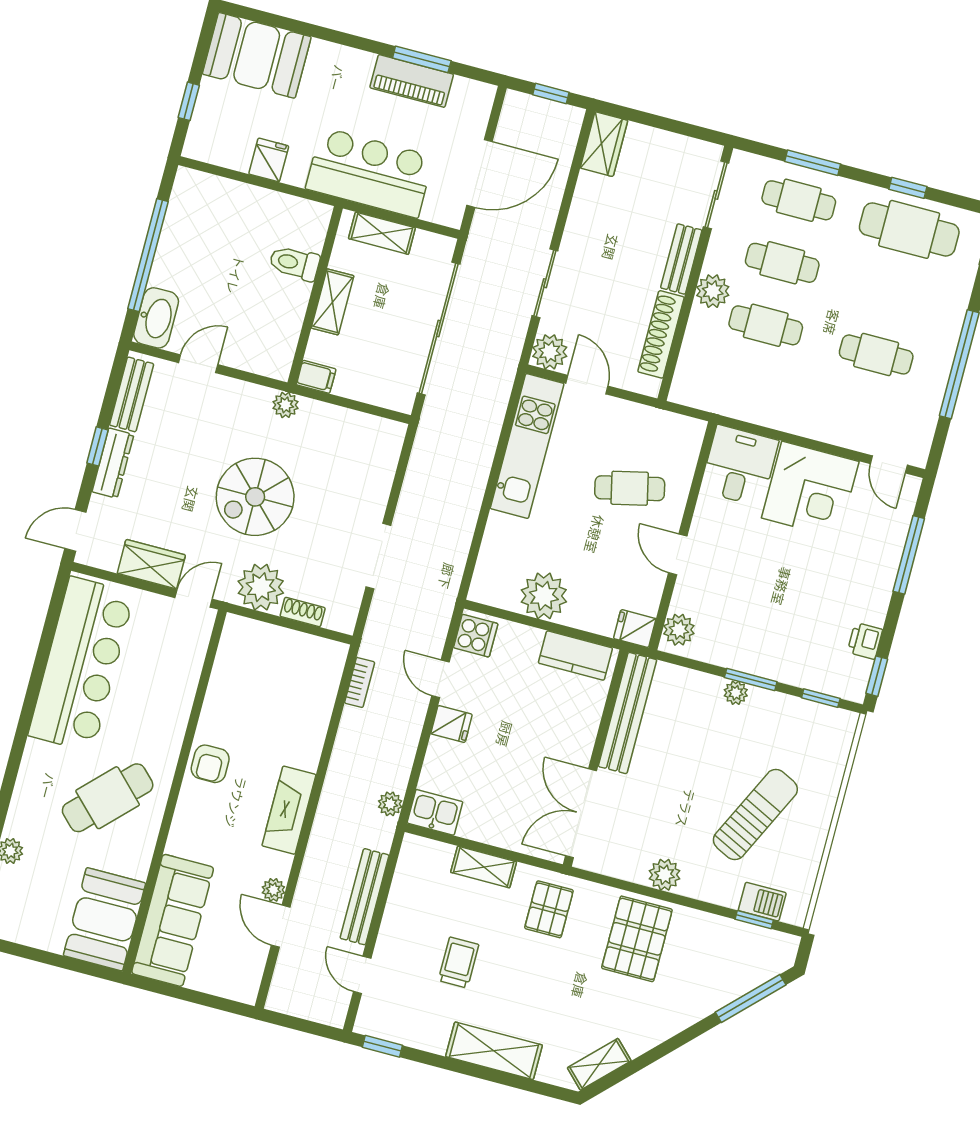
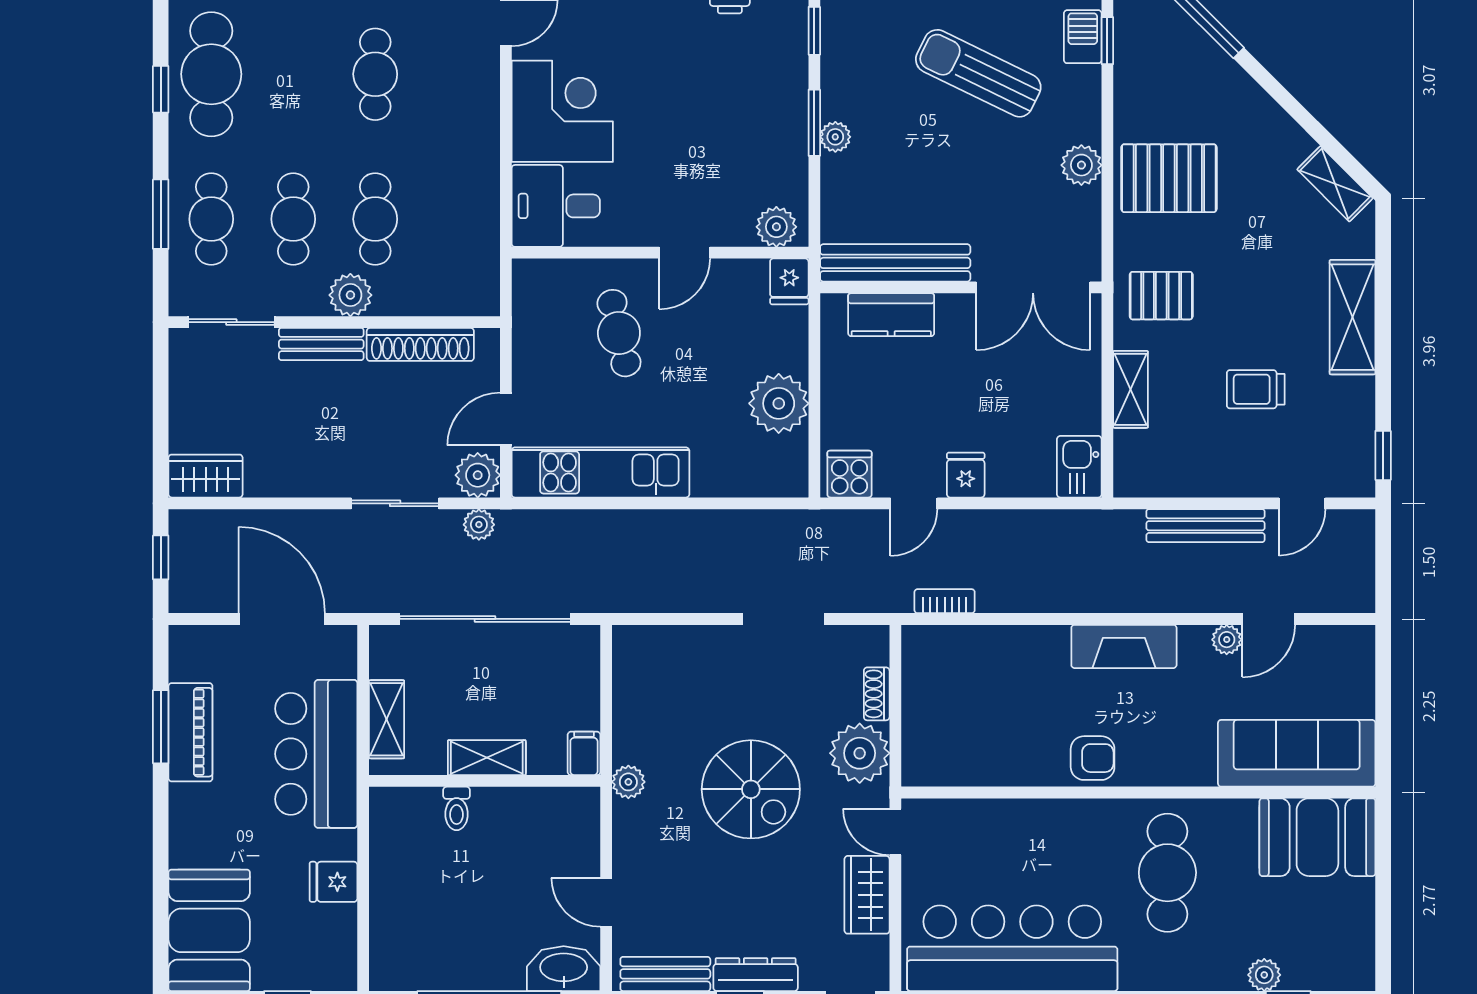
toilet: (294, 263) -> (457, 808), width x0.73, depth x0.72
kitchen counter: (575, 656) -> (891, 315), moved, turned 90
cafe table: (108, 798) -> (1167, 873), turned 45
plant: (390, 804) -> (479, 525), moved

